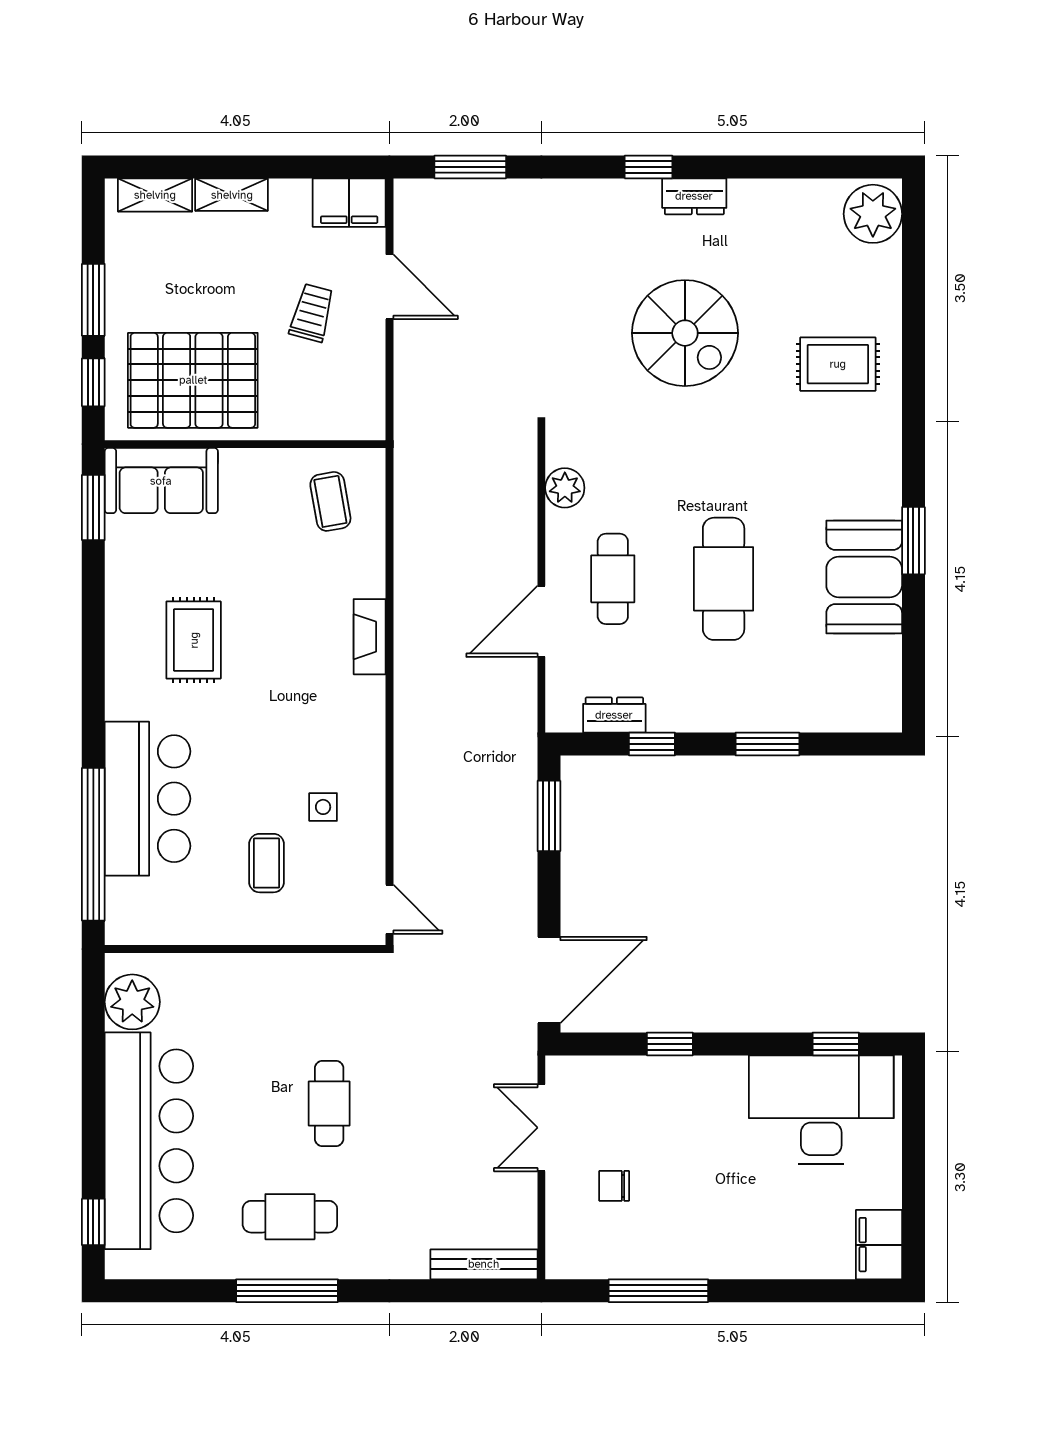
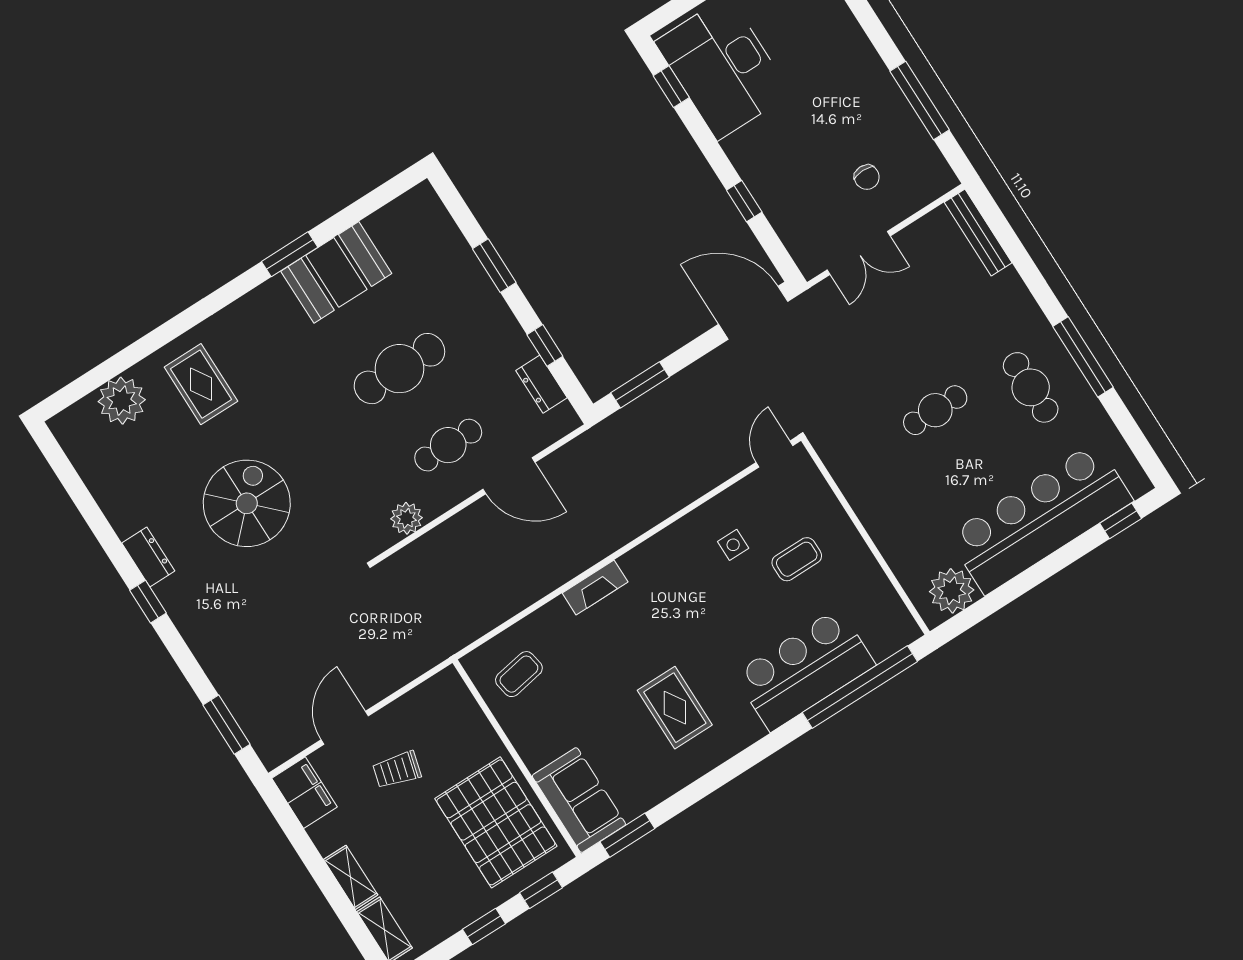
plant: (873, 214) -> (122, 401), moved
window: (93, 300) -> (484, 926), width x0.67
rug: (194, 640) -> (675, 708), turned 90

